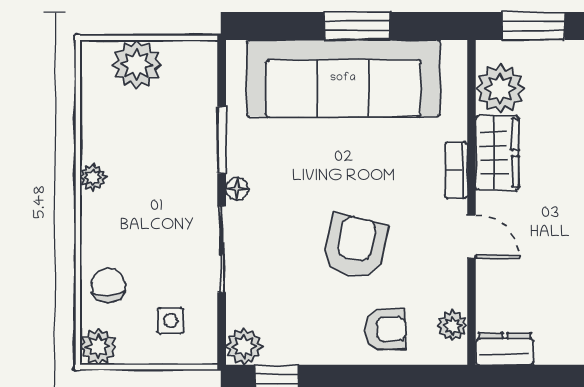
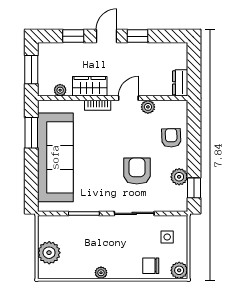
window: (357, 26) -> (31, 133), moved
plant: (500, 89) -> (60, 90), width x0.53, depth x0.53
floor lamp: (237, 189) -> (106, 206), removed
armchair: (355, 247) -> (137, 171), moved, turned 77
plant: (453, 326) -> (148, 107), moved
plant: (244, 347) -> (179, 177), moved

